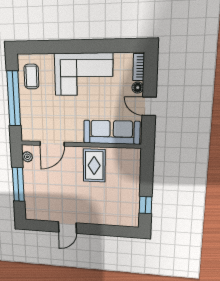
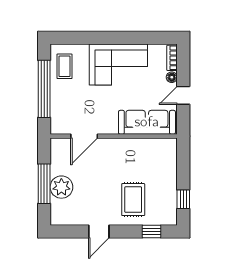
door: (149, 106) -> (183, 95), hinge flipped
plant: (27, 157) -> (61, 187), moved, width x1.87, depth x1.87
rug: (94, 166) -> (133, 200), moved
window: (115, 231) -> (152, 232), added

